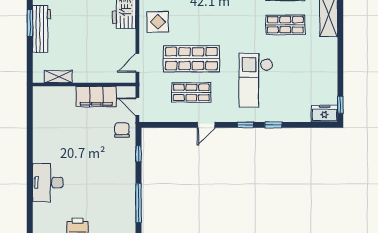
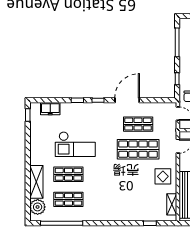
checkout: (256, 80) -> (75, 144), moved, turned 90
freezer: (324, 114) -> (50, 109), moved
door: (206, 125) -> (127, 100), width x1.87

